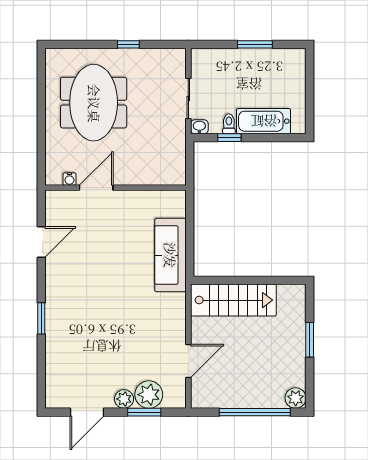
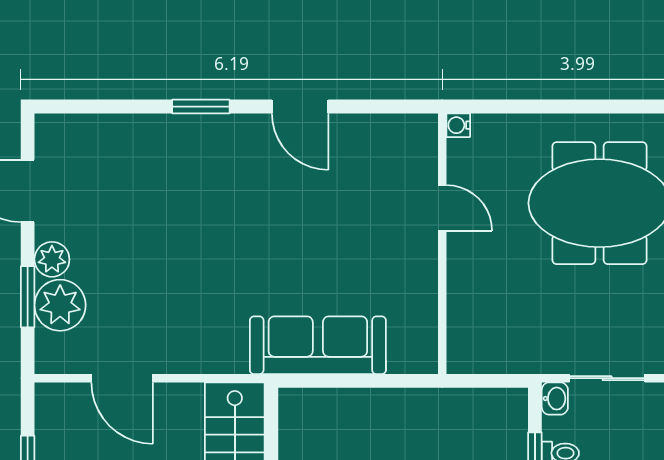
water cooler: (69, 179) -> (458, 125), moved
door: (96, 188) -> (442, 208), width x0.73
door: (41, 242) -> (300, 107), moved

